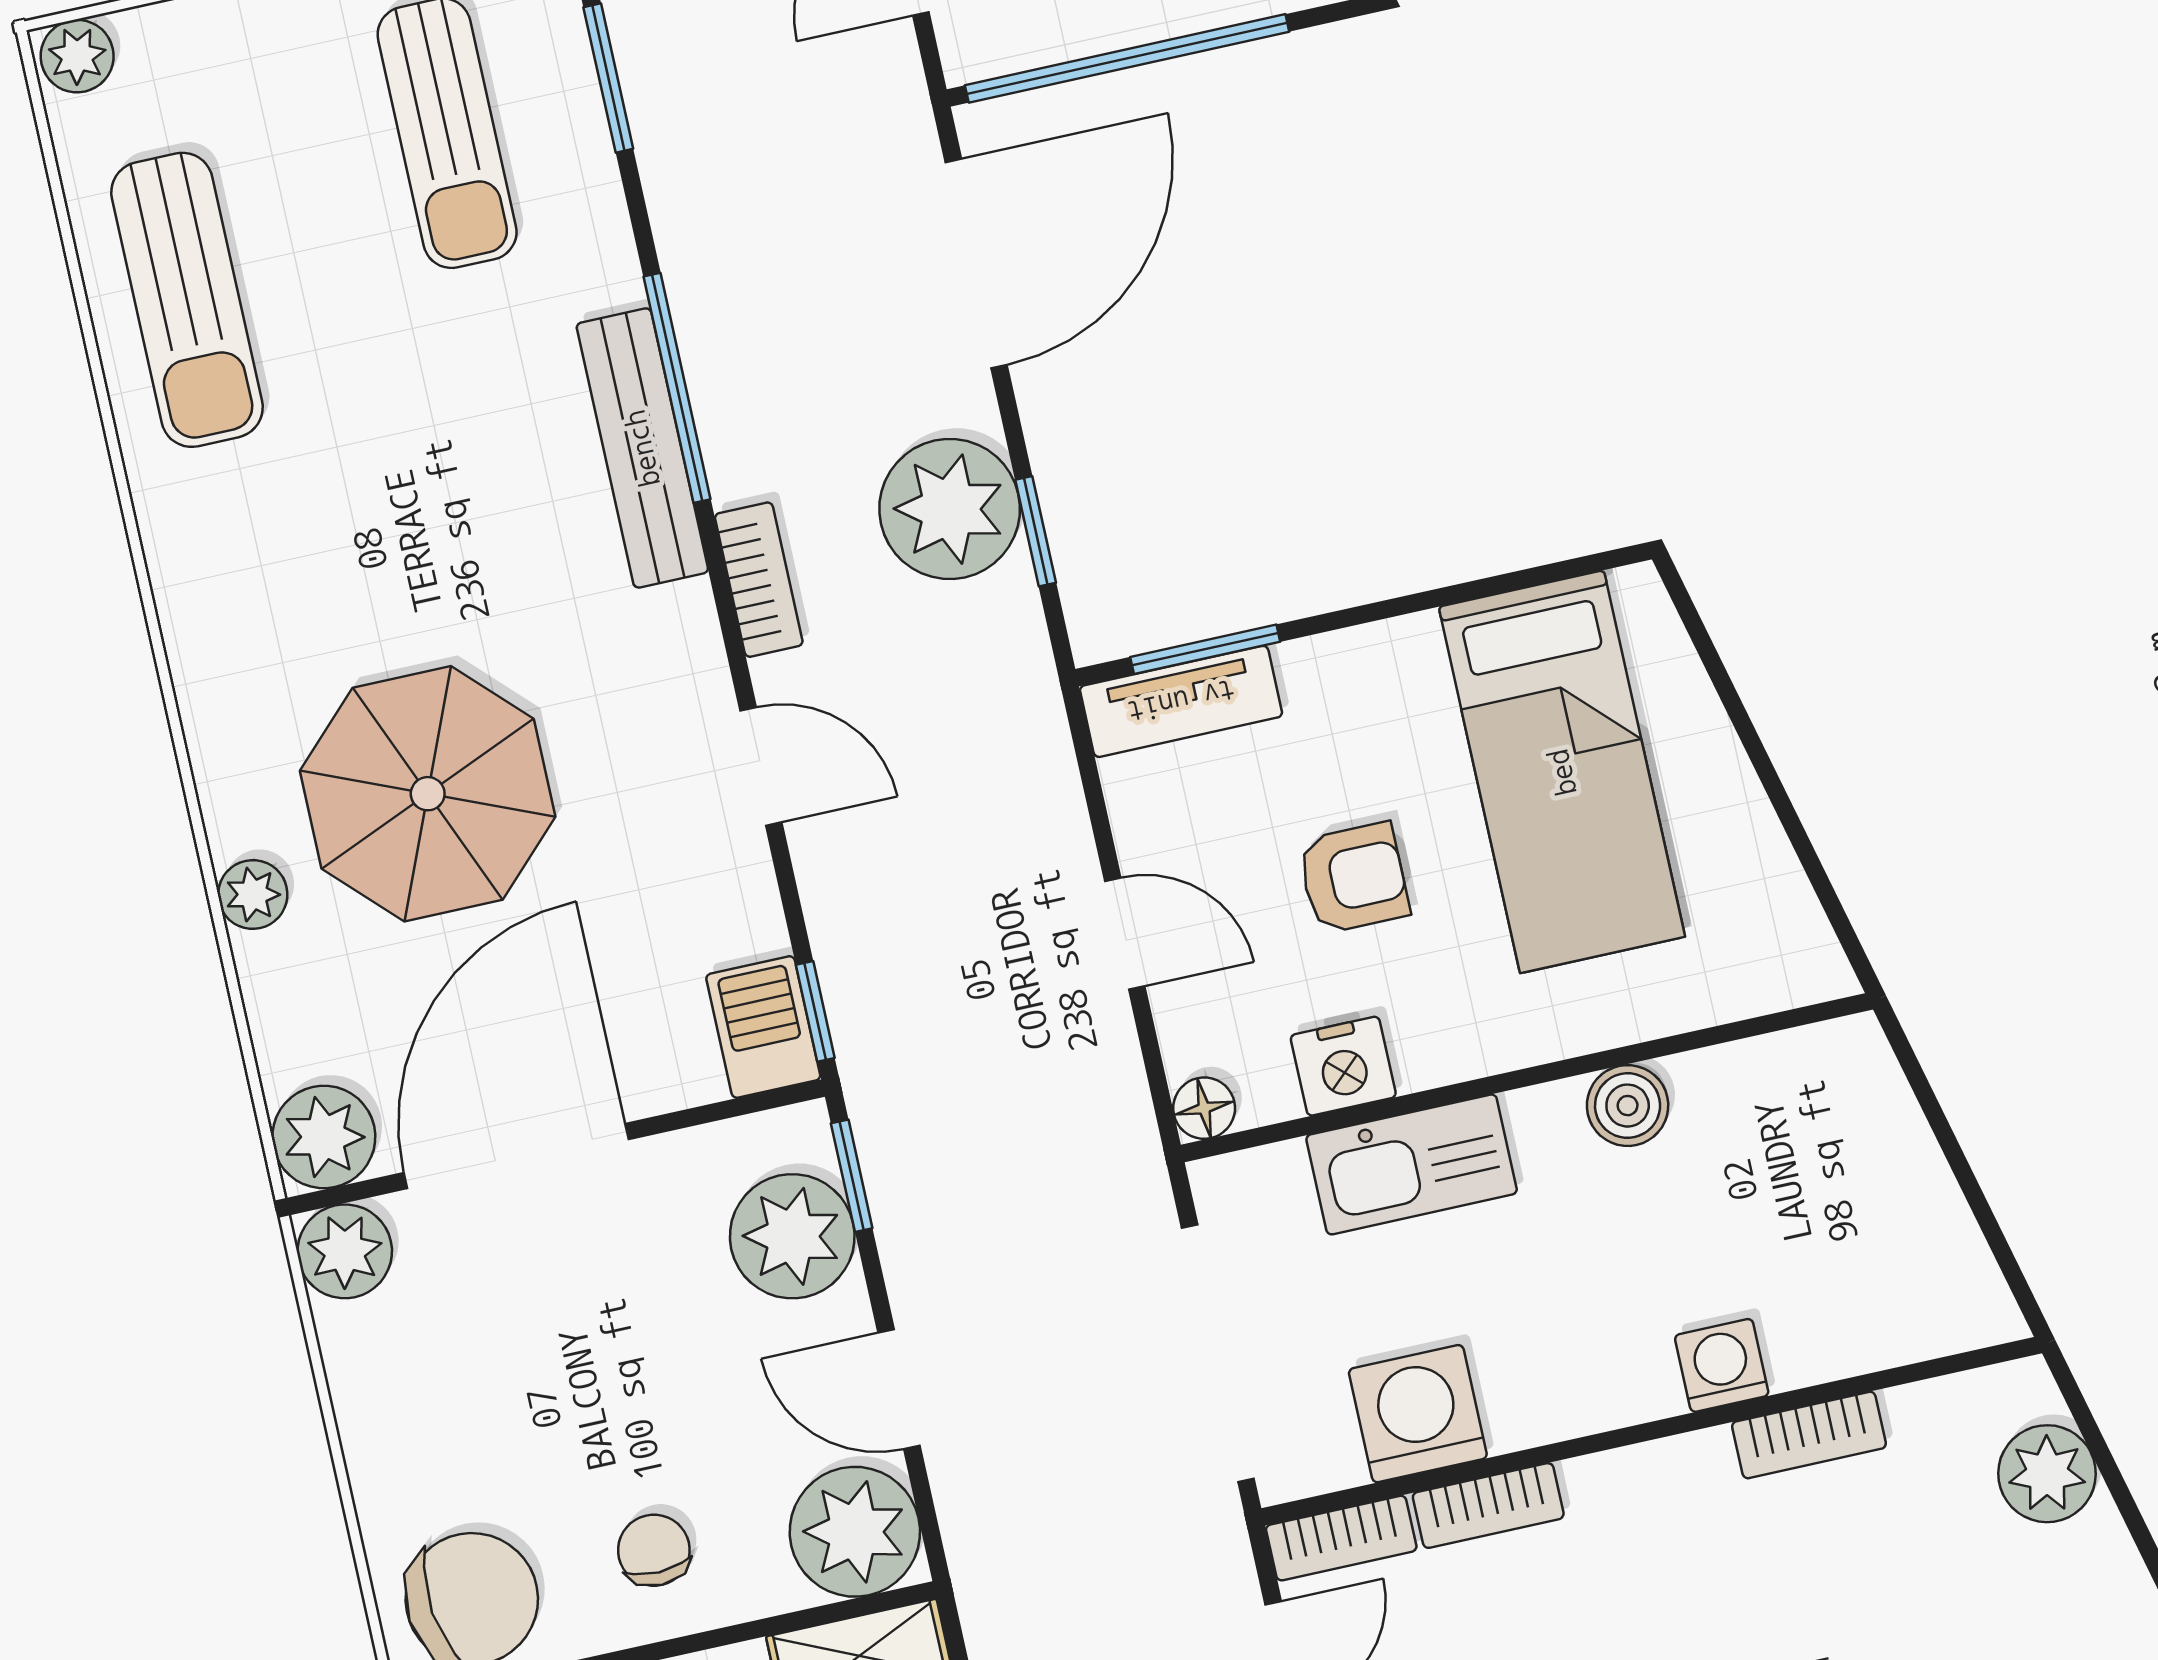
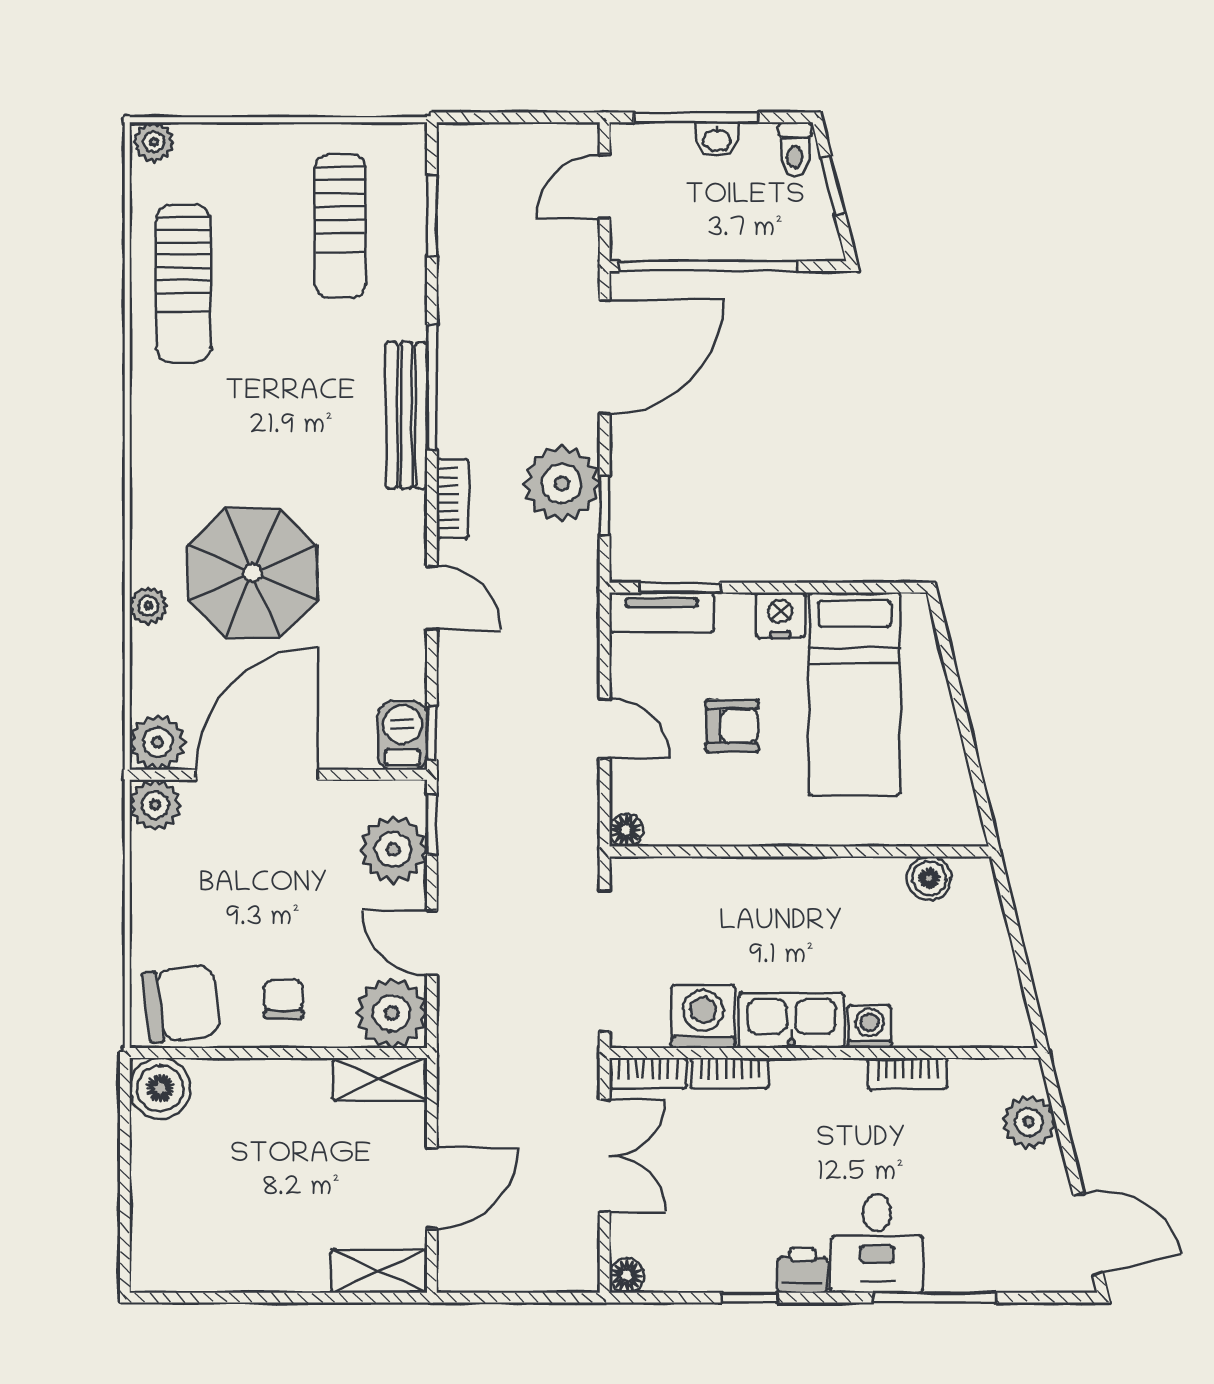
nightstand: (1343, 1066) -> (780, 615), moved, turned 180
boiler: (1628, 1106) -> (929, 878), moved
kitchen sink: (1412, 1164) -> (791, 1020), moved, turned 180

